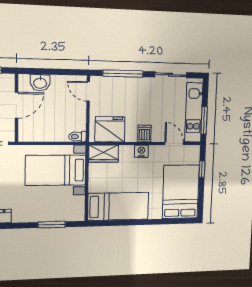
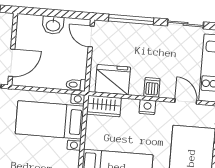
washbasin: (40, 83) -> (53, 25), moved
door: (17, 105) -> (12, 63), moved

